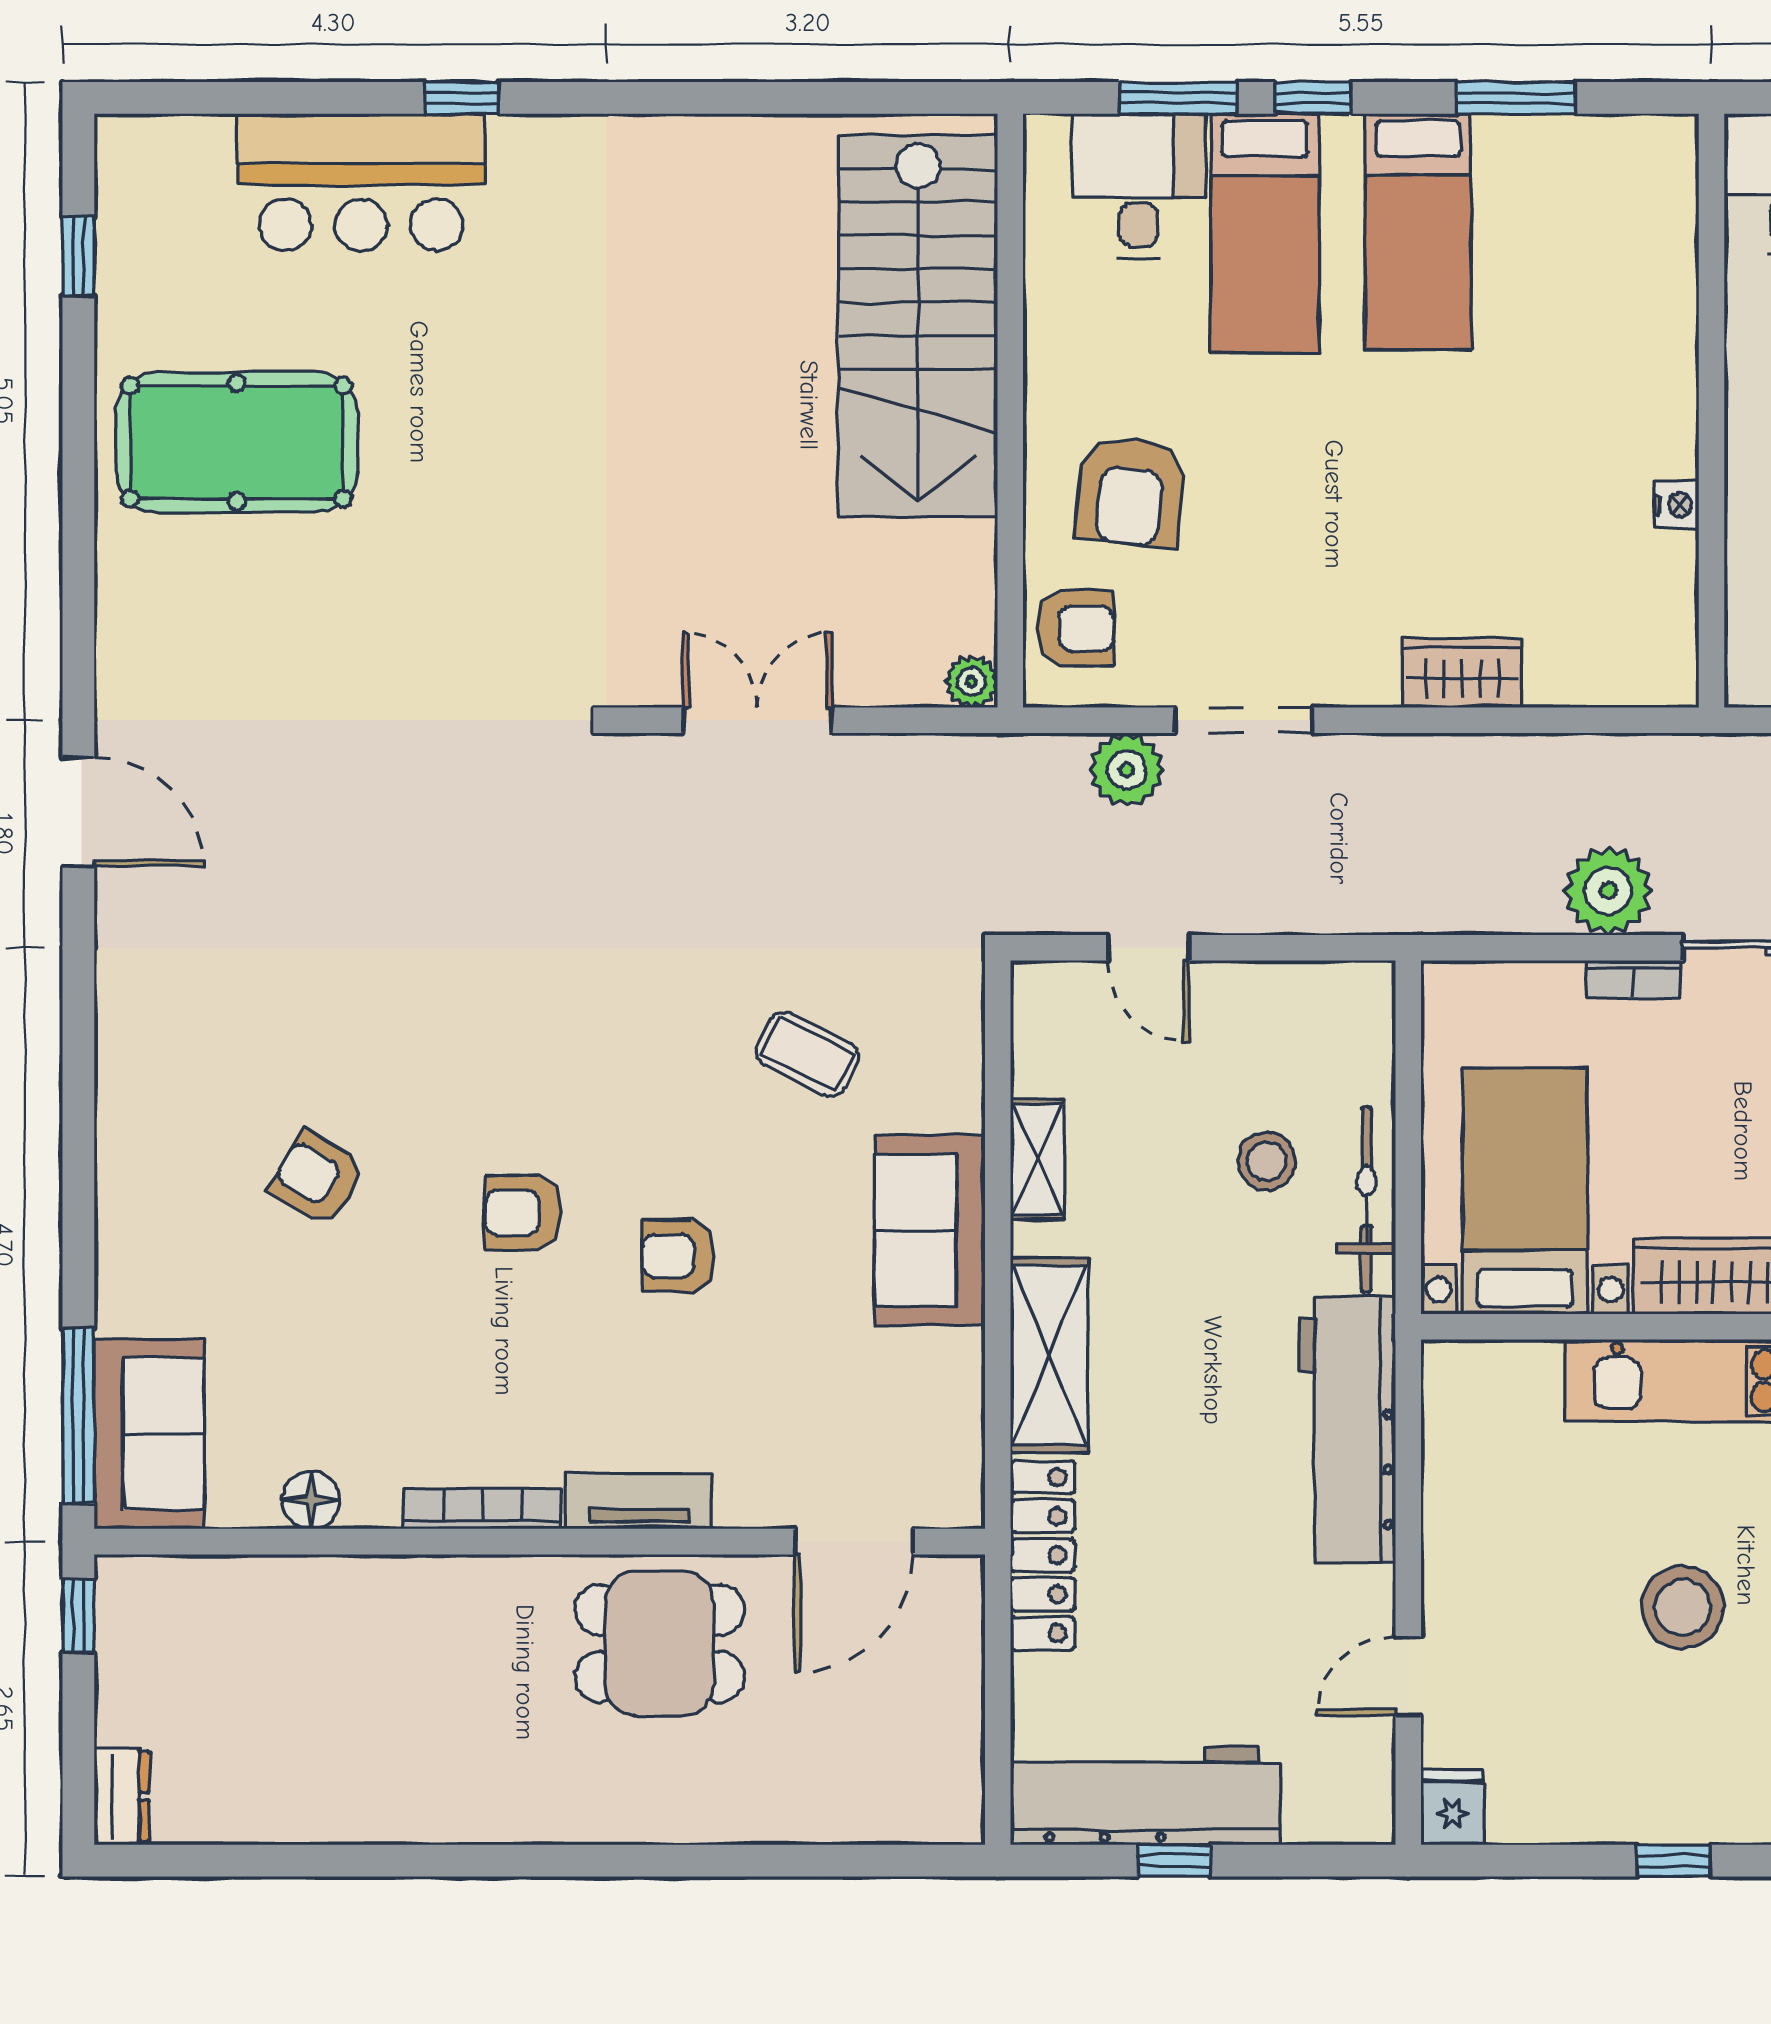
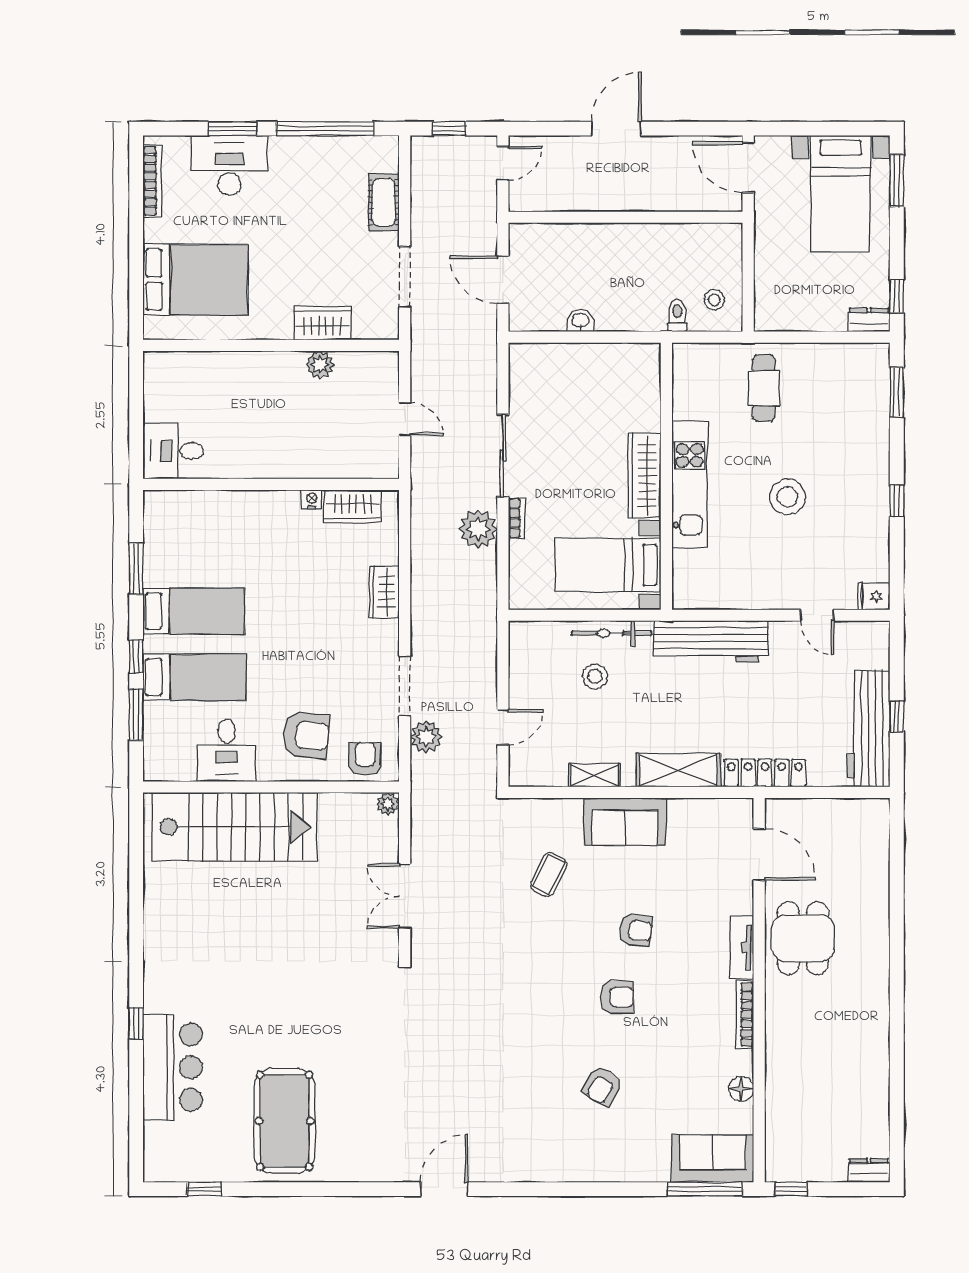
desk: (1139, 186) -> (227, 750), moved, turned -90
wardrobe: (1661, 600) -> (353, 506), added
armchair: (523, 1213) -> (617, 997), turned -90
armchair: (678, 1256) -> (636, 930), turned -83

